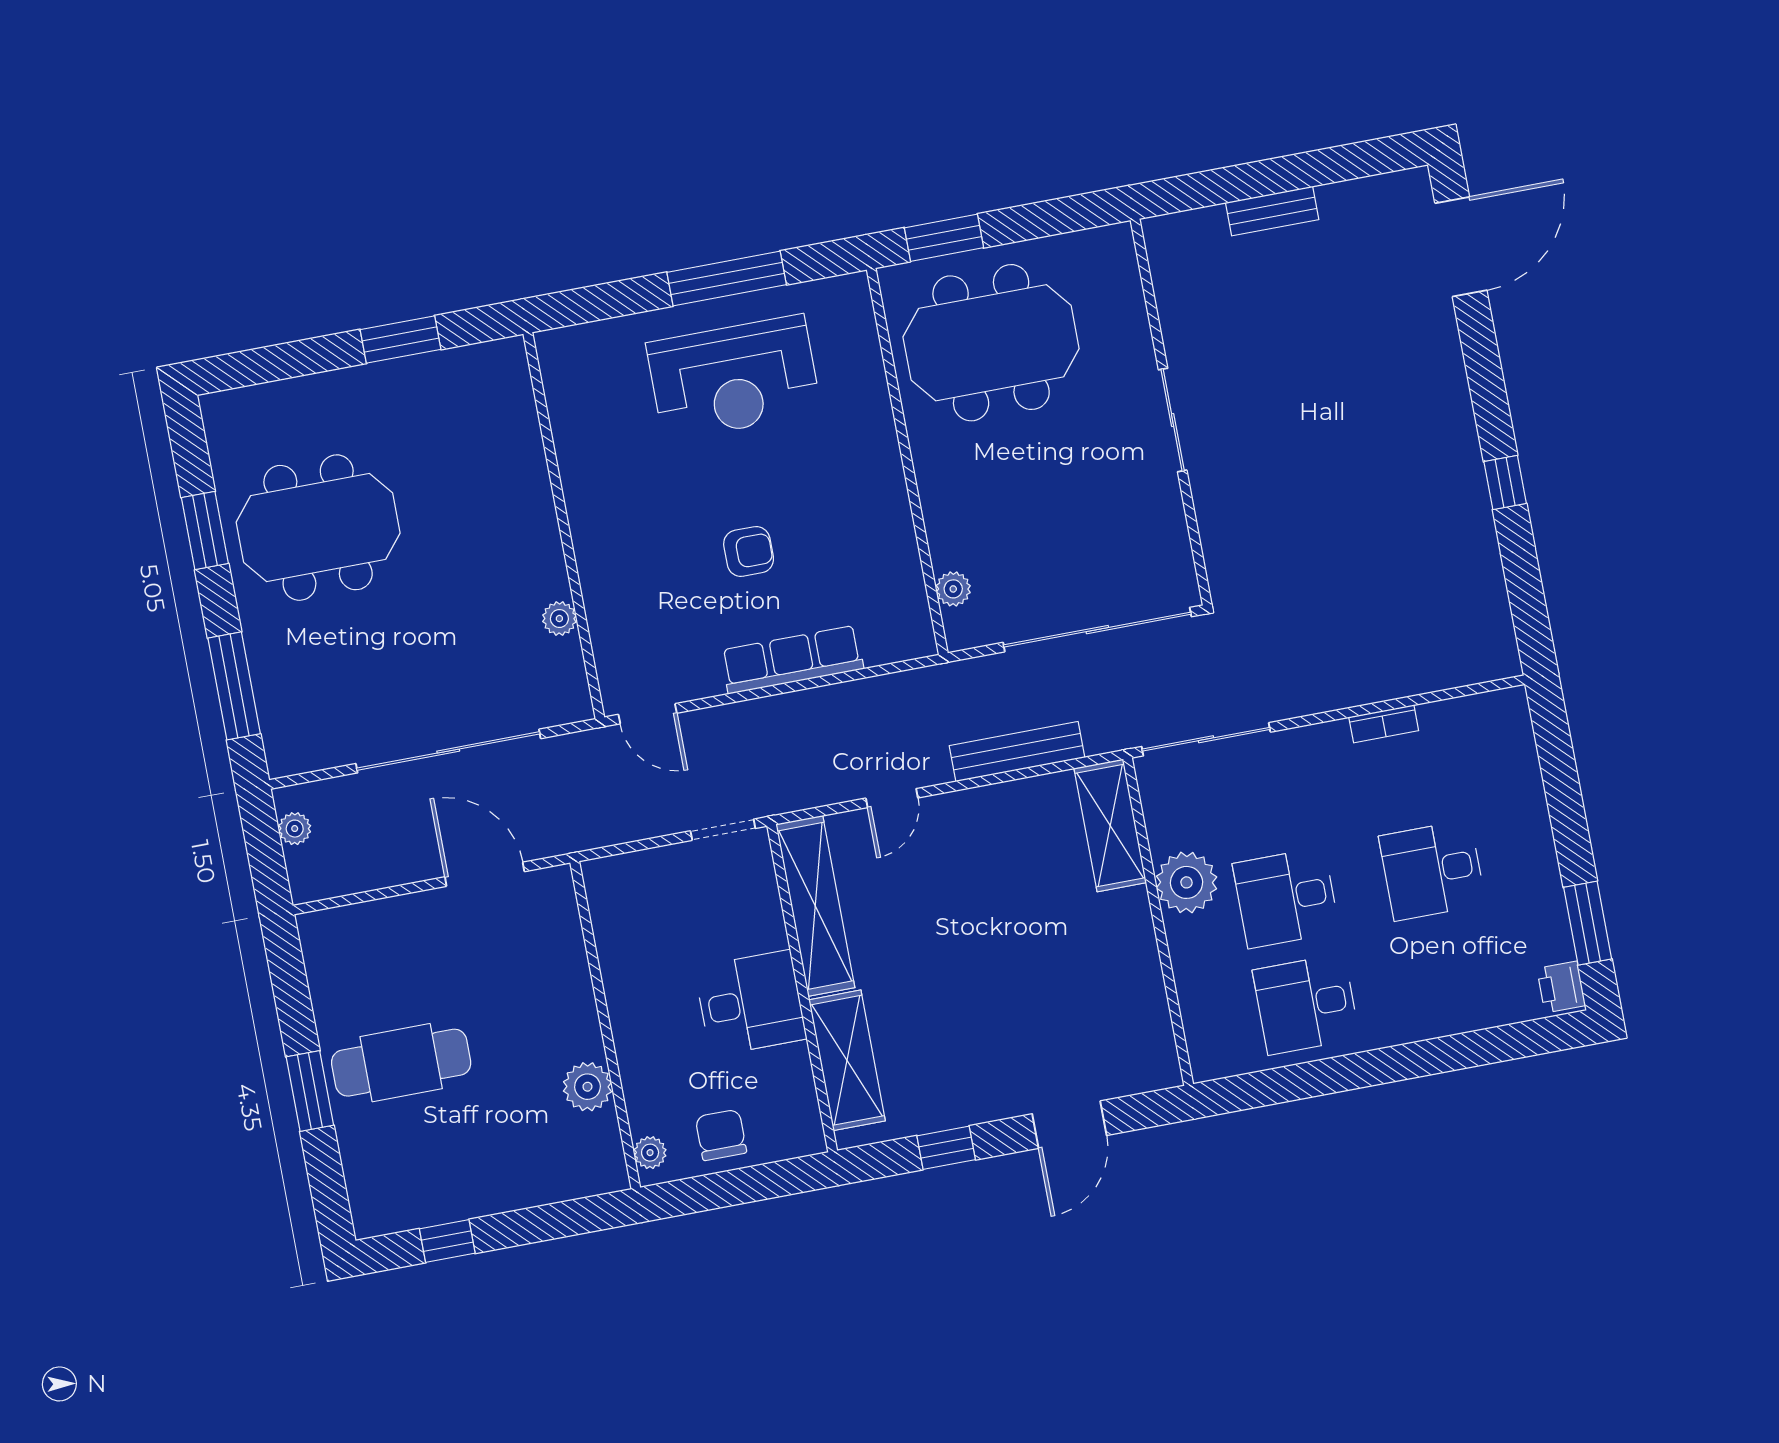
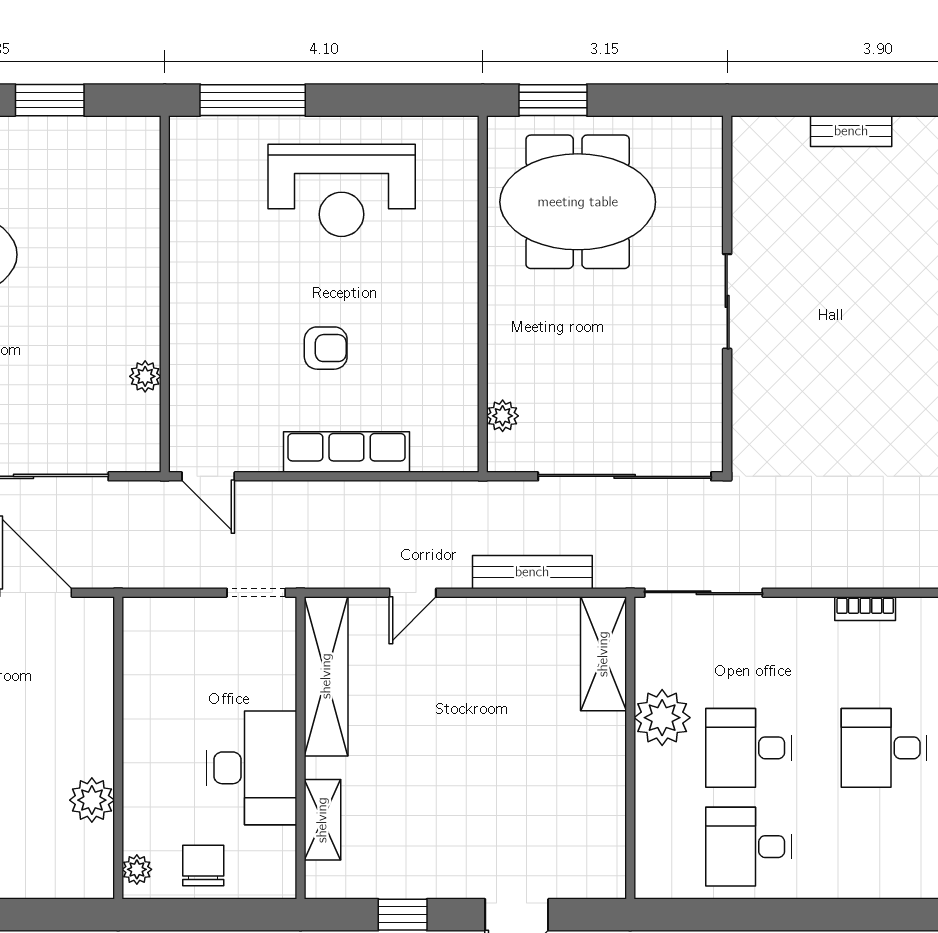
window: (727, 278) -> (253, 100), moved
desk: (750, 1003) -> (252, 768), width x1.37
shelving: (847, 1060) -> (322, 820), width x0.67, depth x0.75

